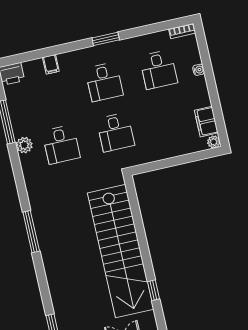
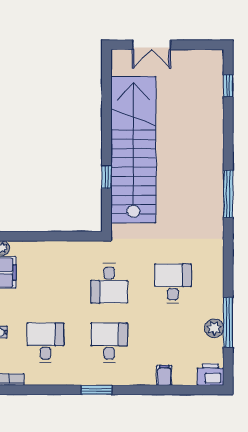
desk: (115, 132) -> (109, 283), turned 180
plant: (24, 145) -> (214, 328), moved
window: (153, 290) -> (107, 177), moved

